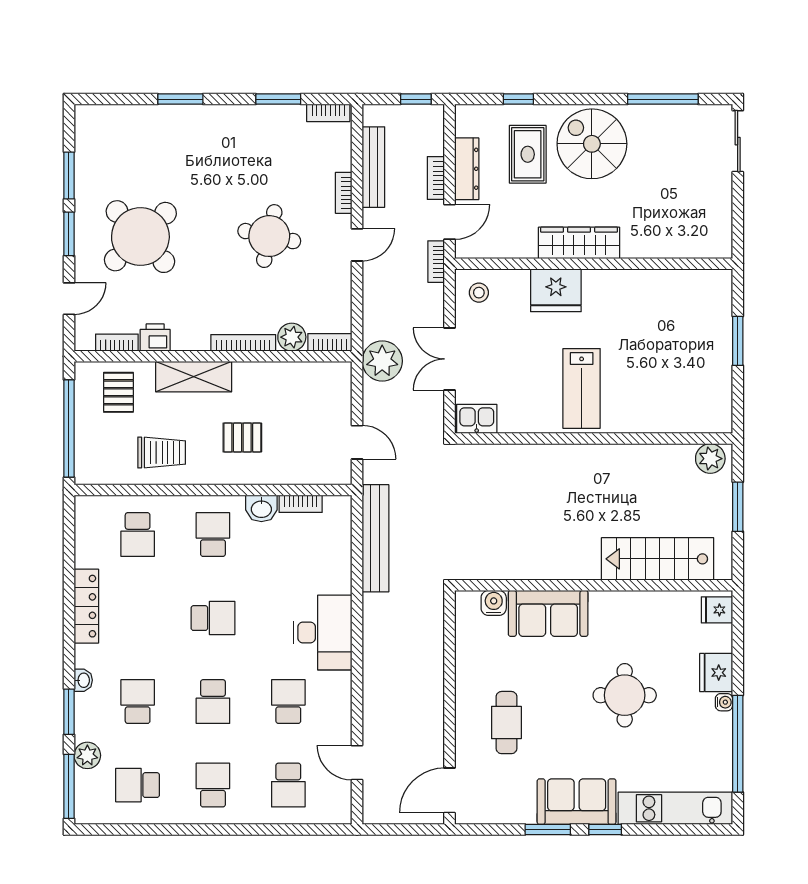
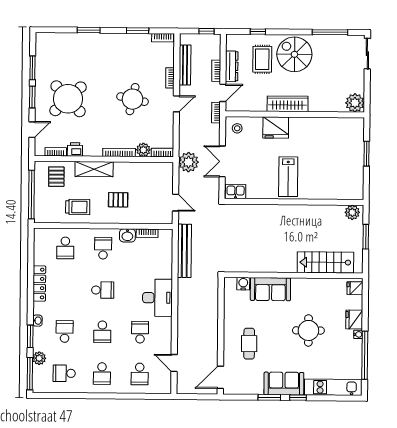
plant: (714, 240) -> (355, 103), added
school desk: (213, 785) -> (102, 374), turned 180

